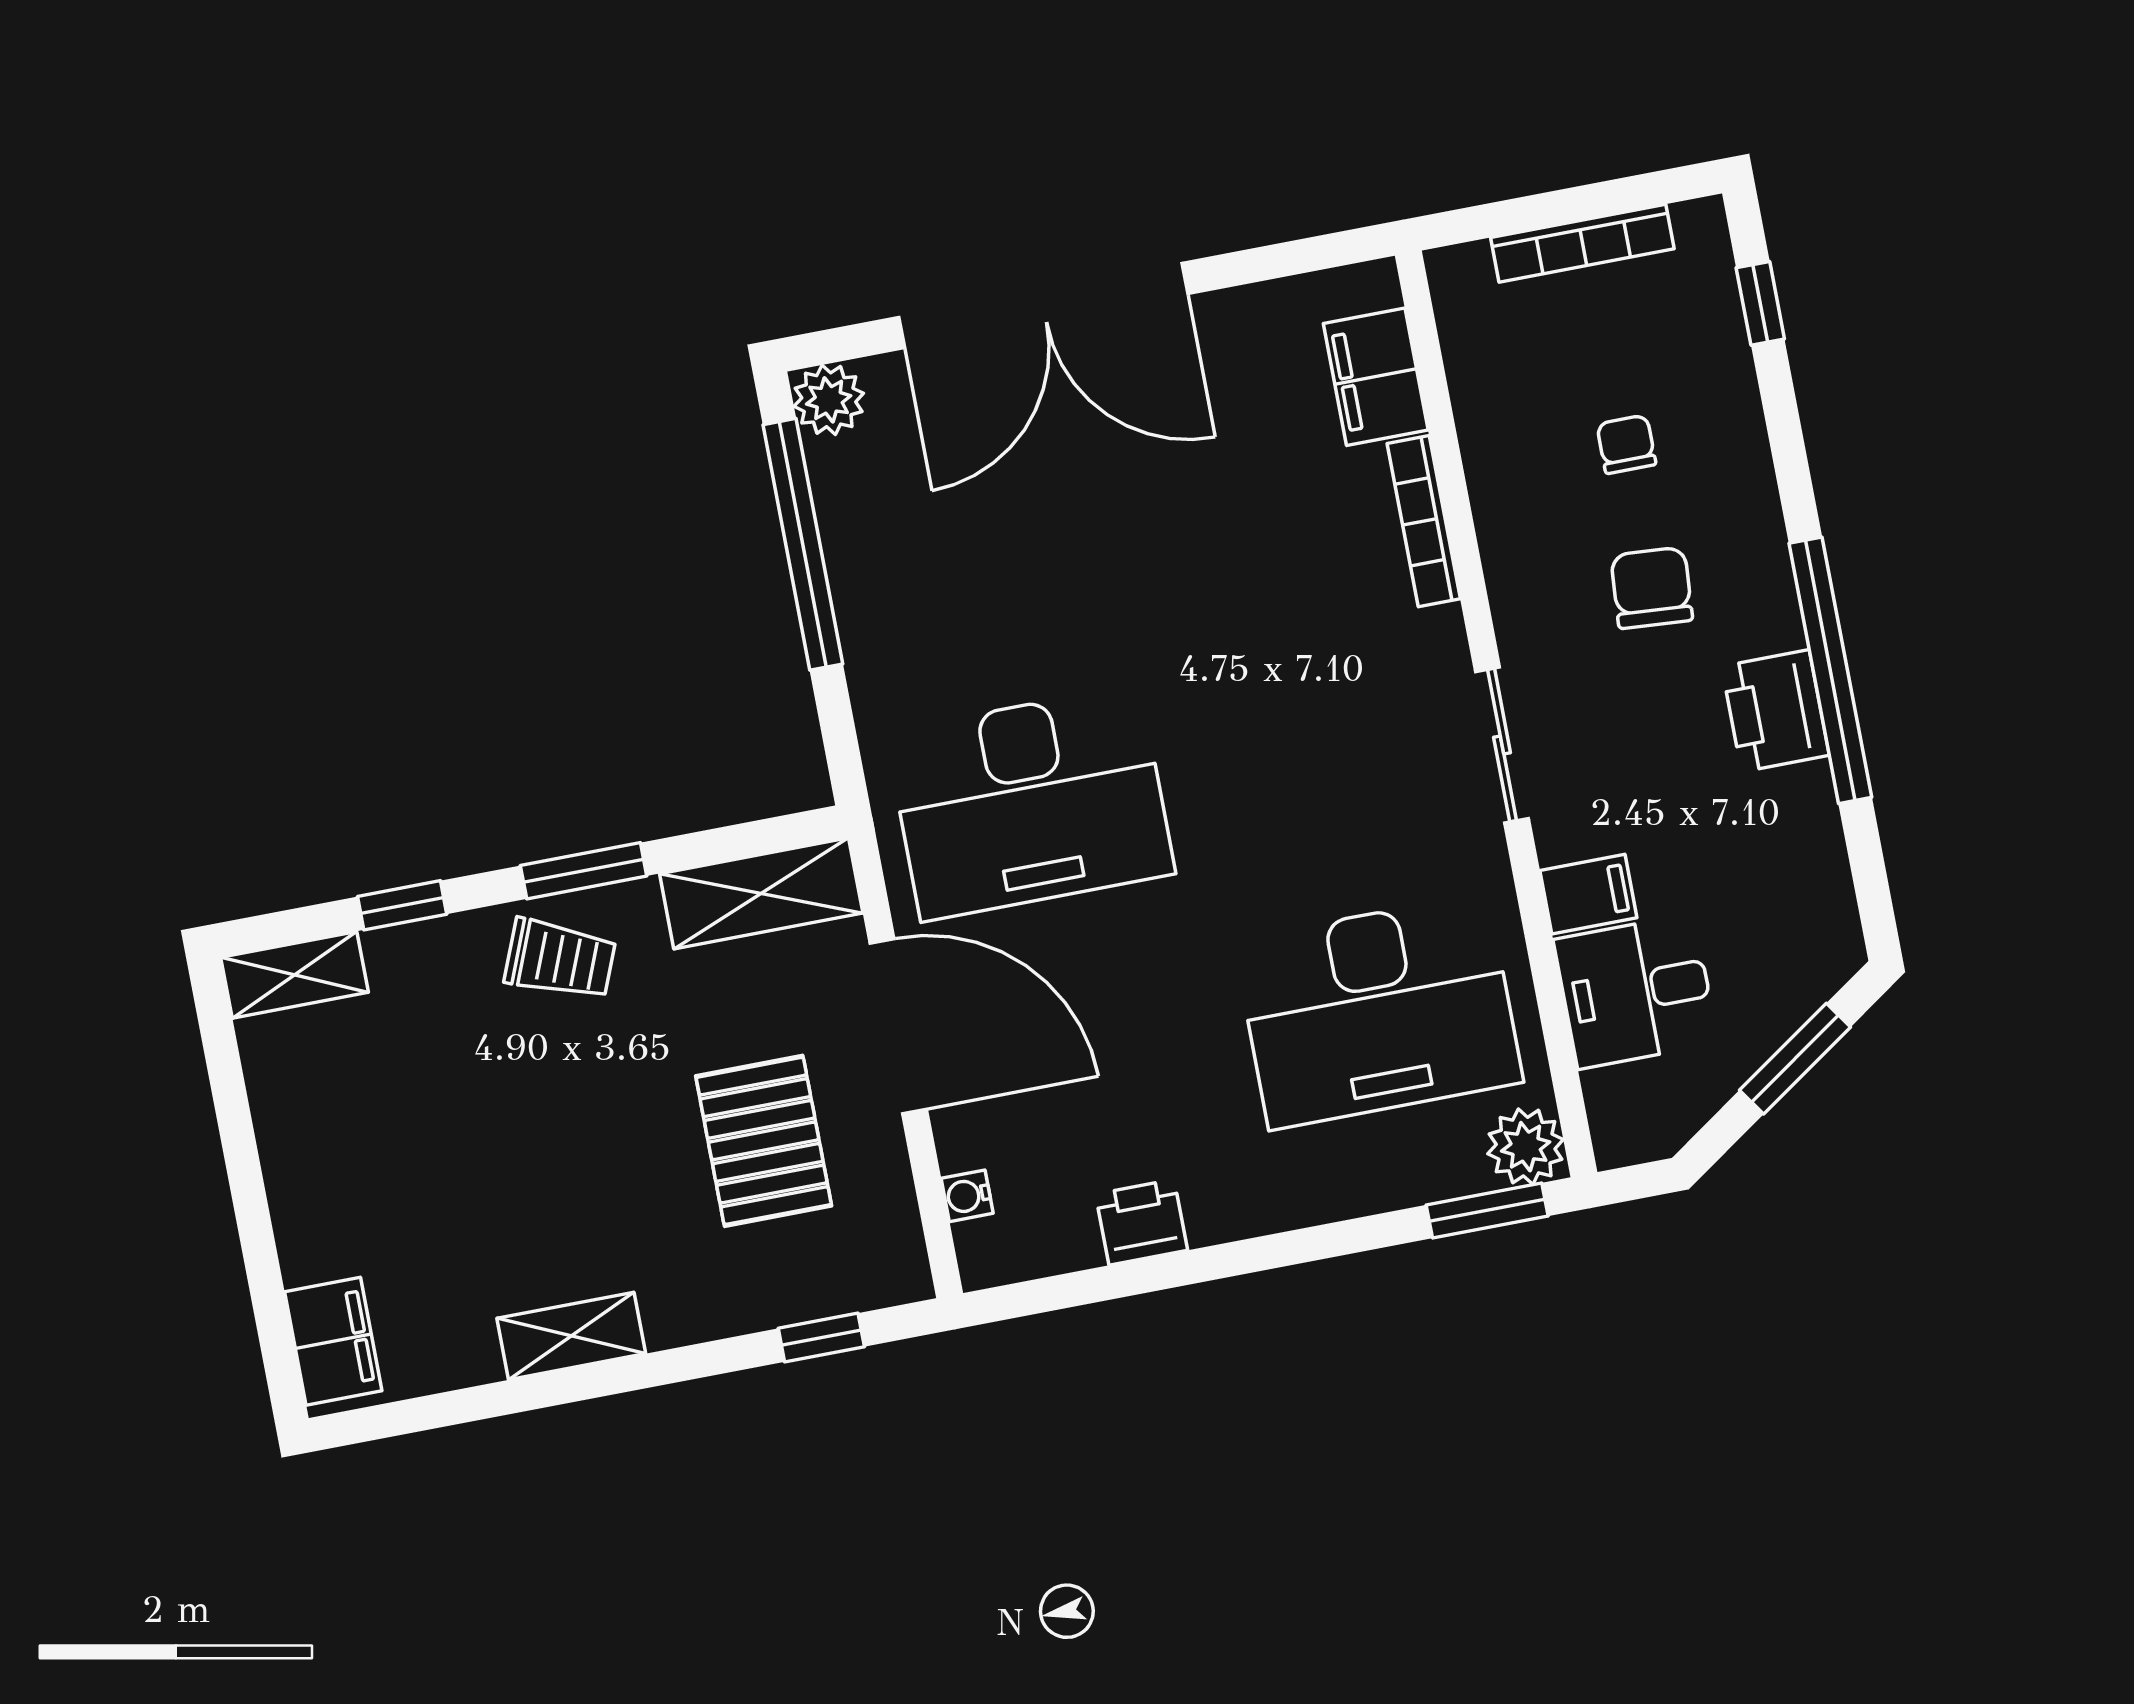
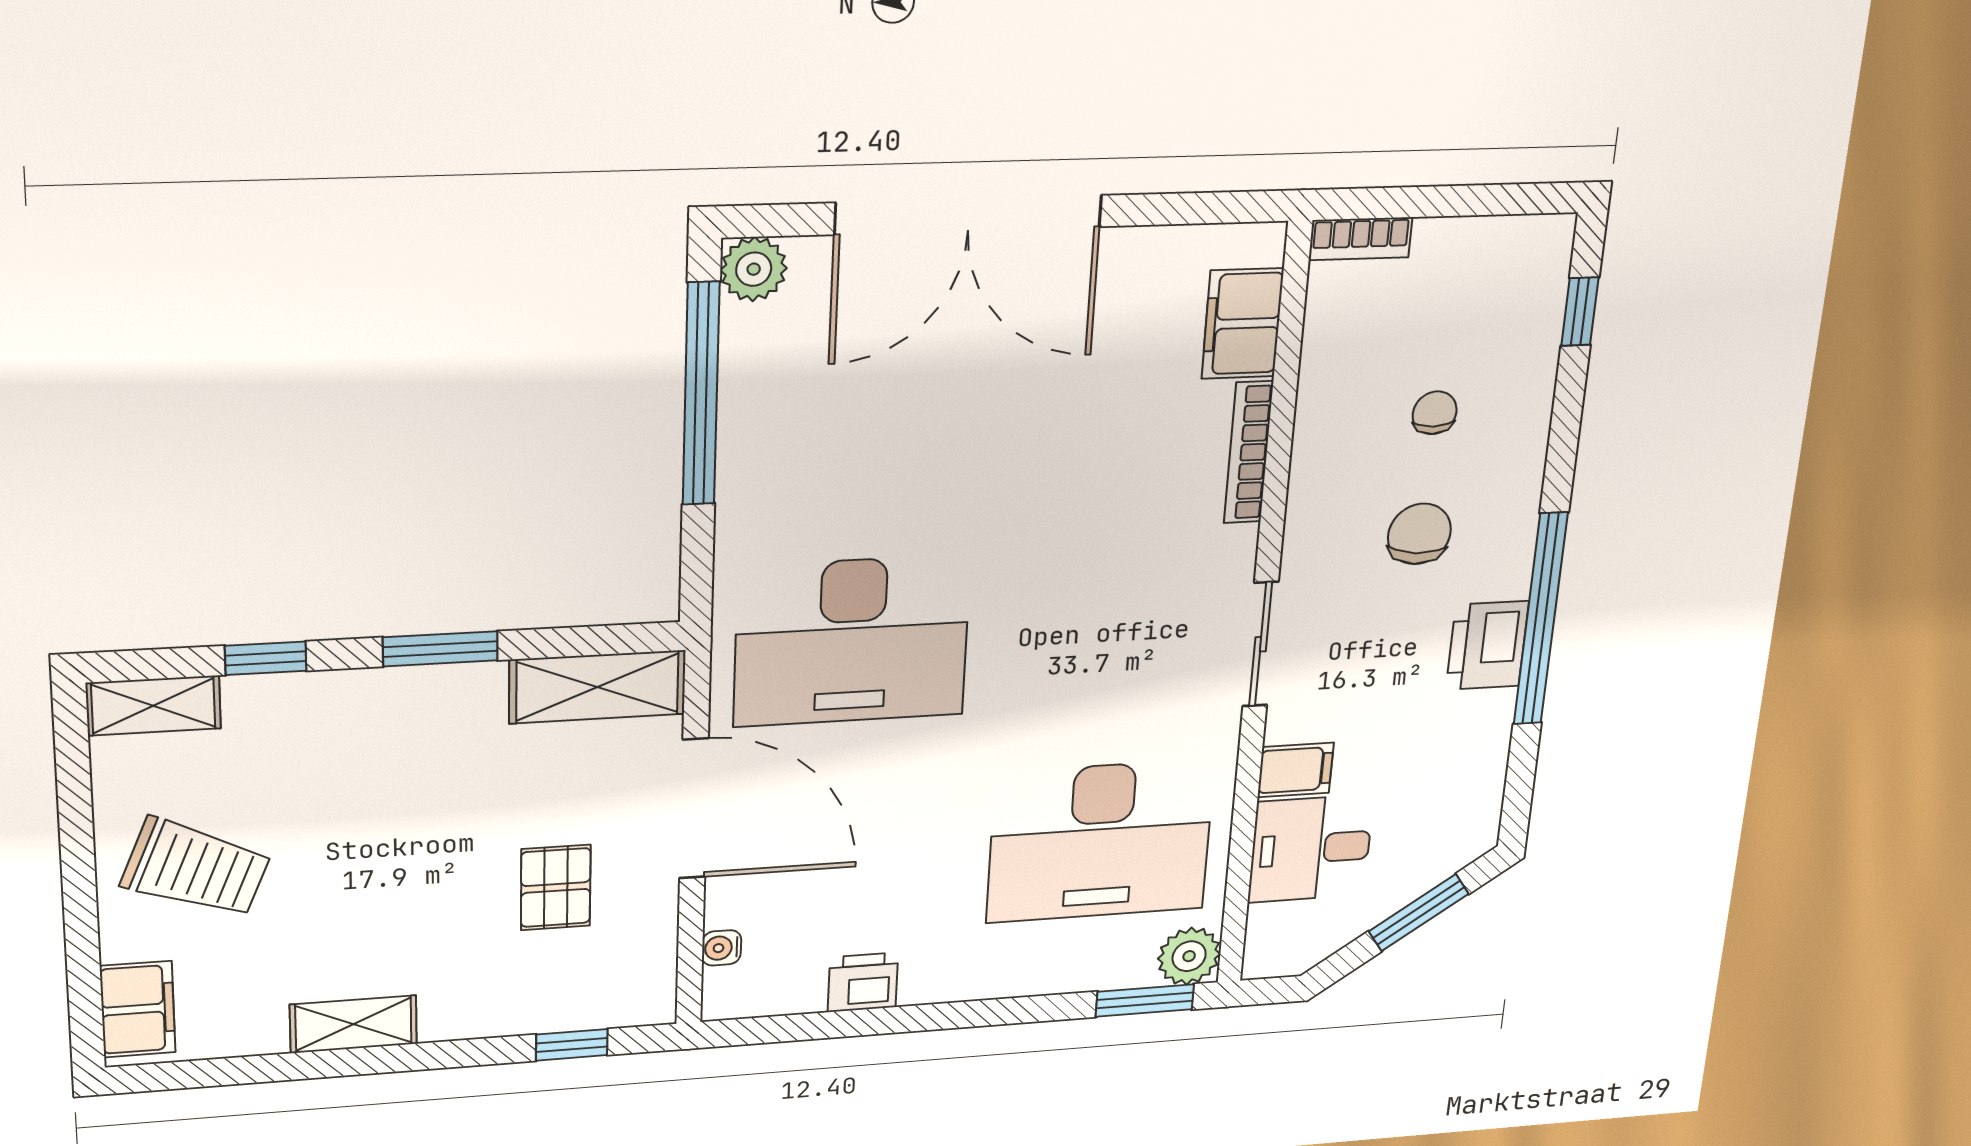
bookcase: (1582, 243) -> (1361, 239), moved, width x0.64
trolley: (560, 959) -> (196, 868), moved, width x1.36, depth x1.39
pallet: (764, 1141) -> (556, 888), width x0.67, depth x0.71

